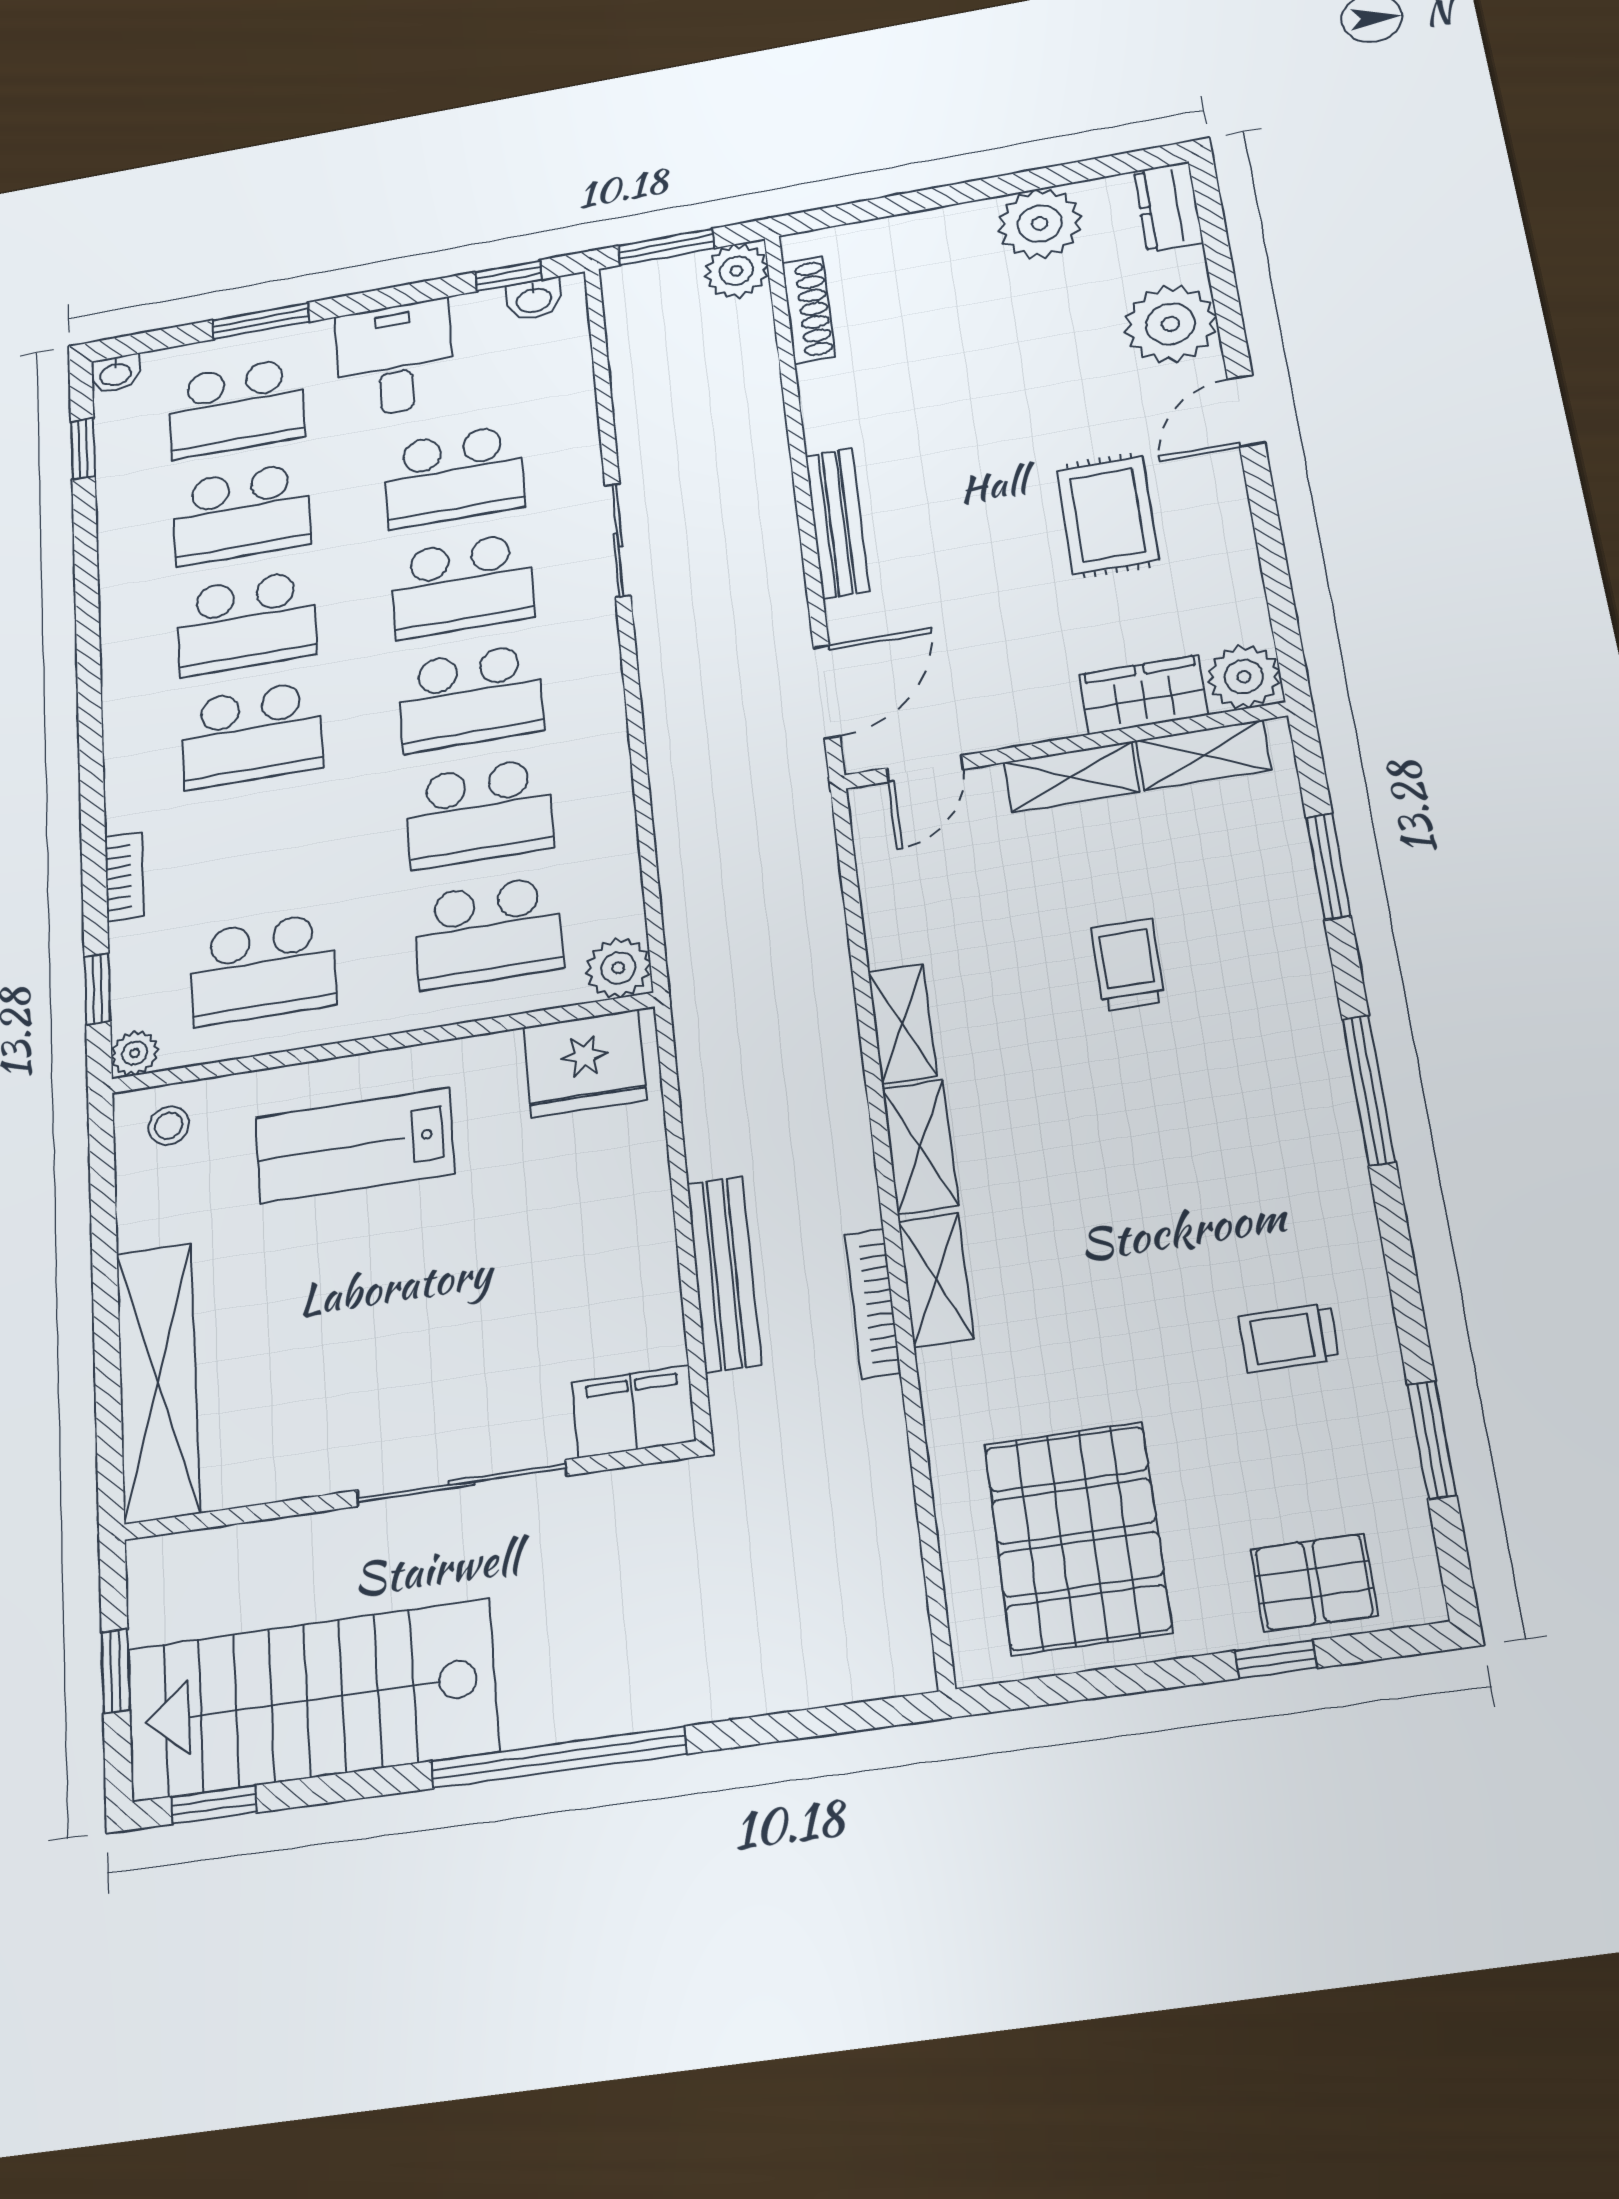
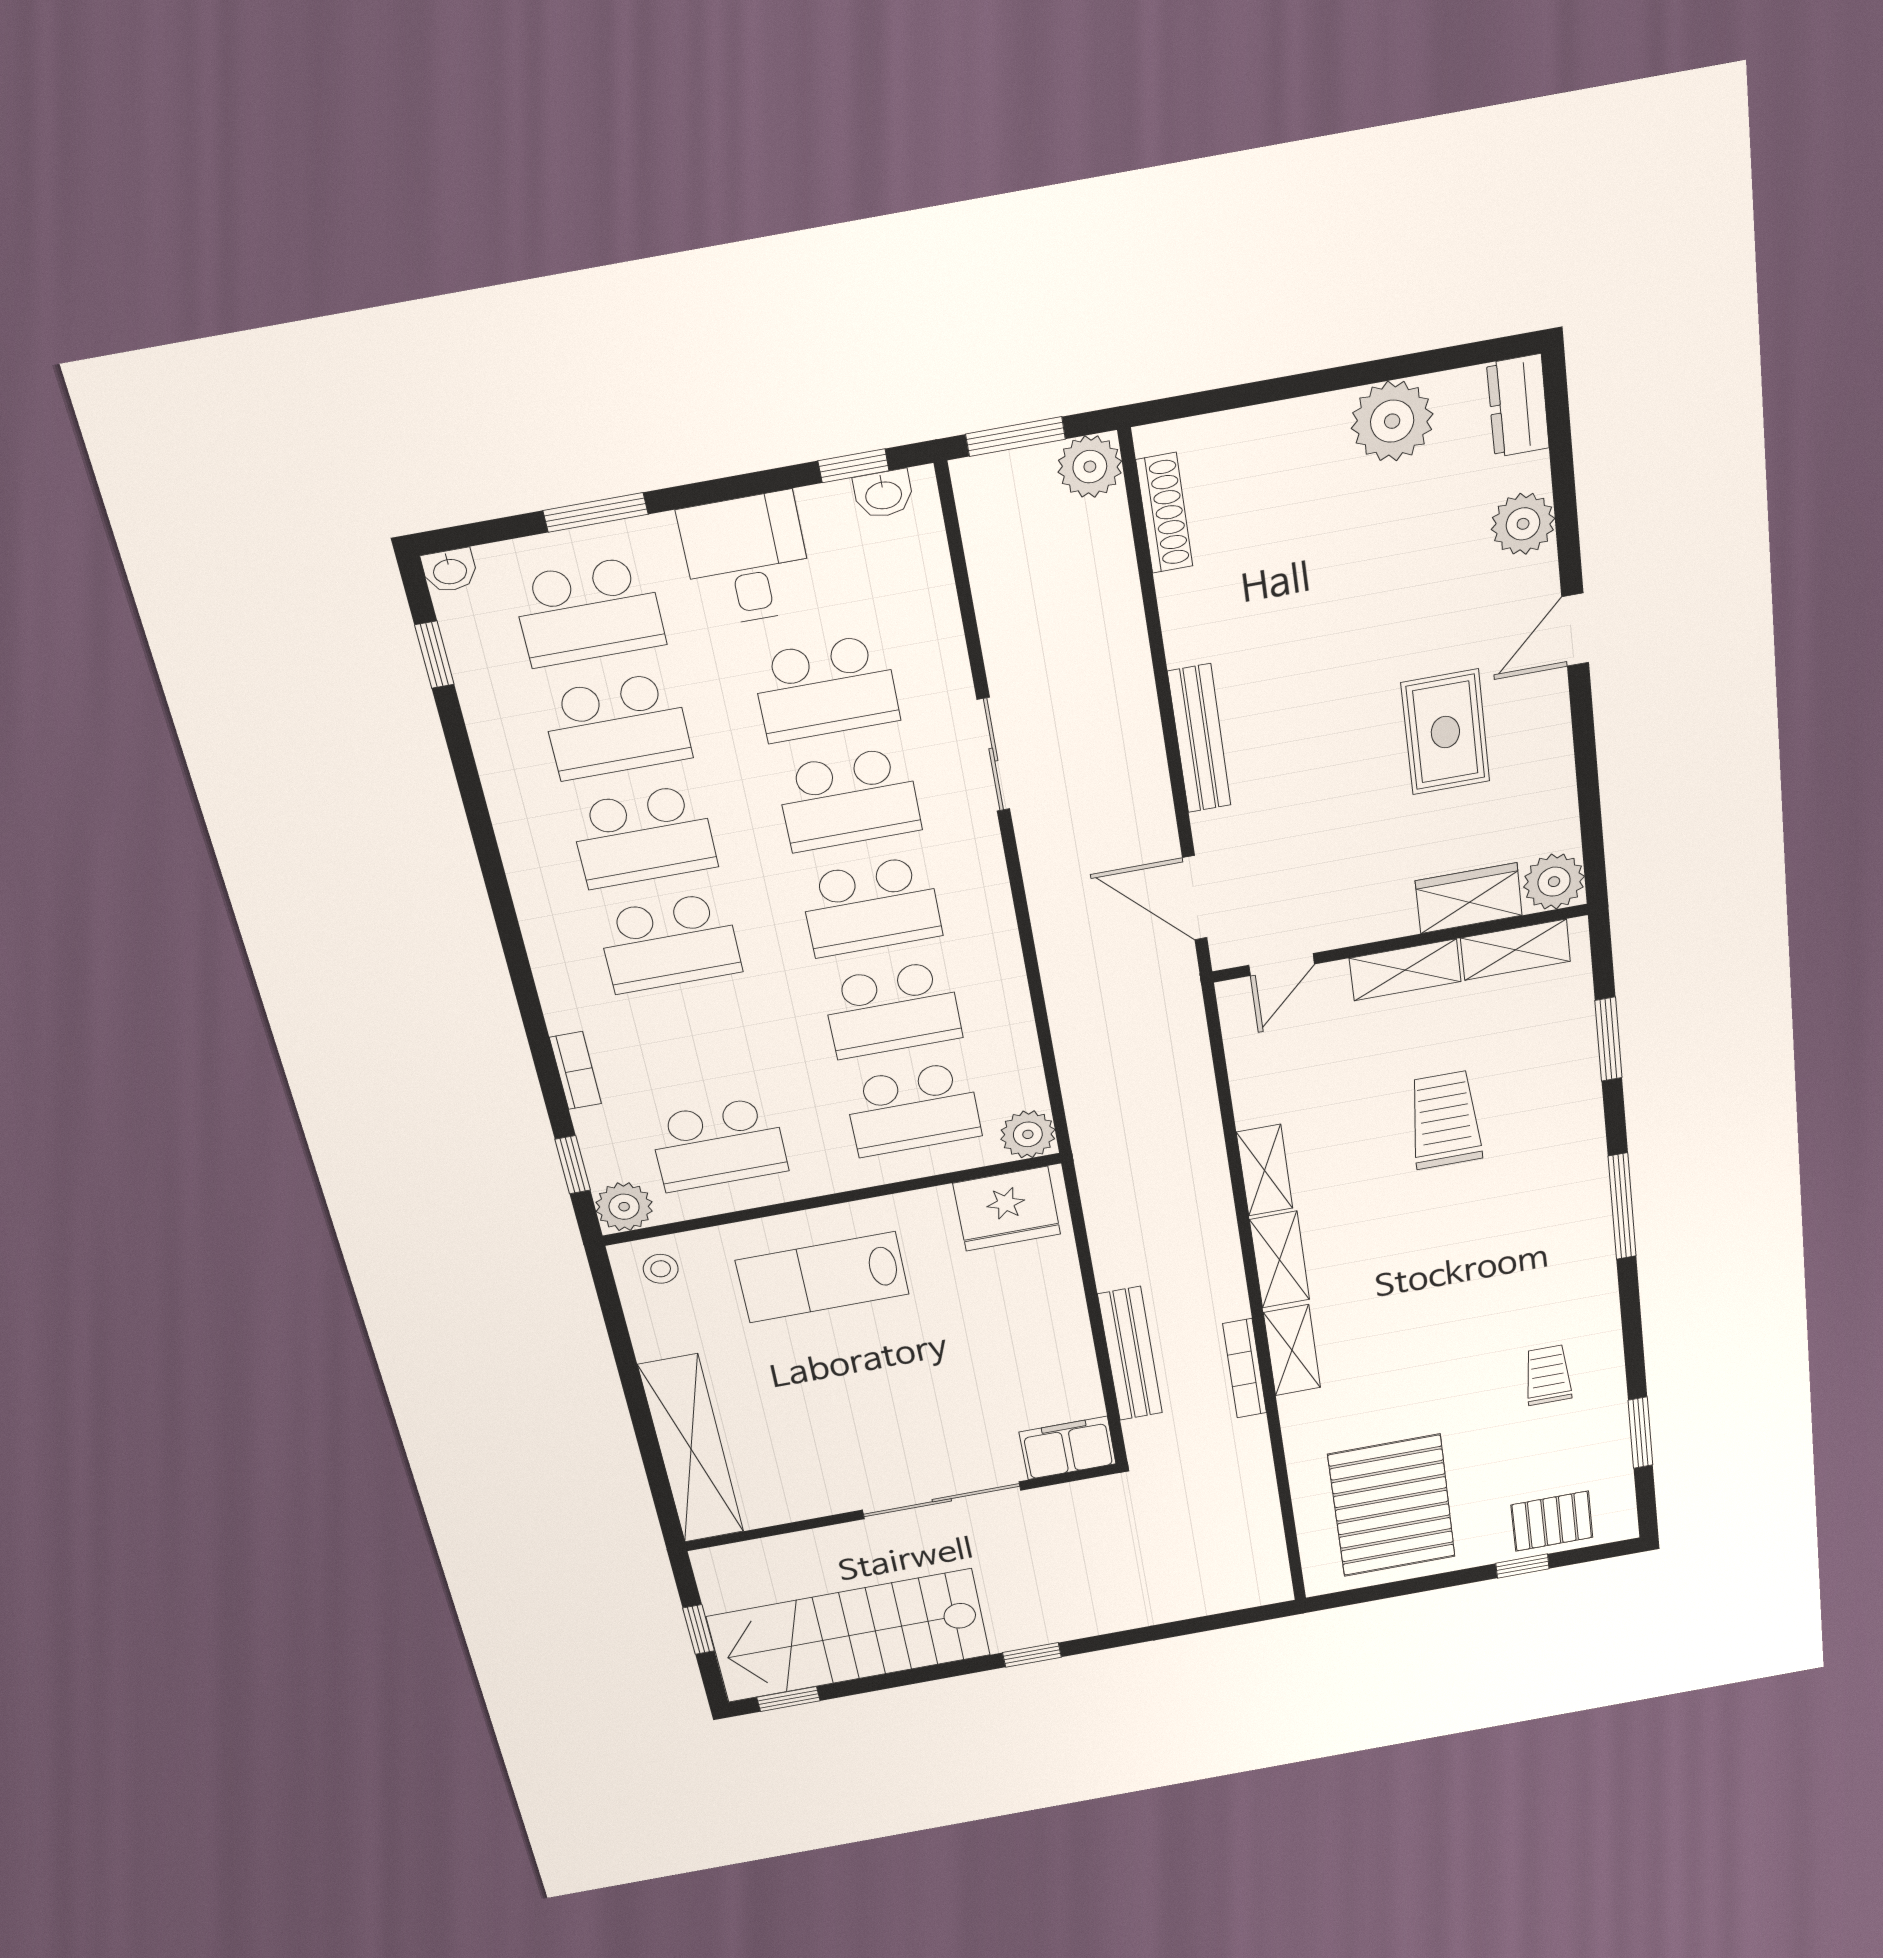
plant: (1170, 324) -> (1523, 524), width x0.73, depth x0.73
door: (827, 692) -> (1195, 898), swing flipped
trolley: (1128, 965) -> (1445, 1120), width x1.36, depth x1.39
plant: (135, 1053) -> (624, 1207), width x1.38, depth x1.38
trolley: (1289, 1338) -> (1548, 1375), turned 90
window: (559, 1757) -> (1032, 1655), width x0.32

